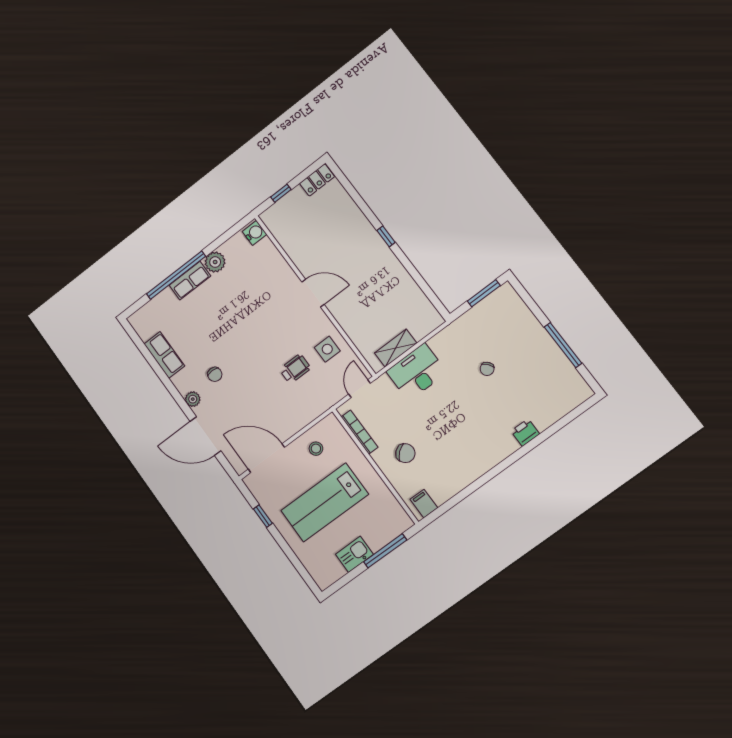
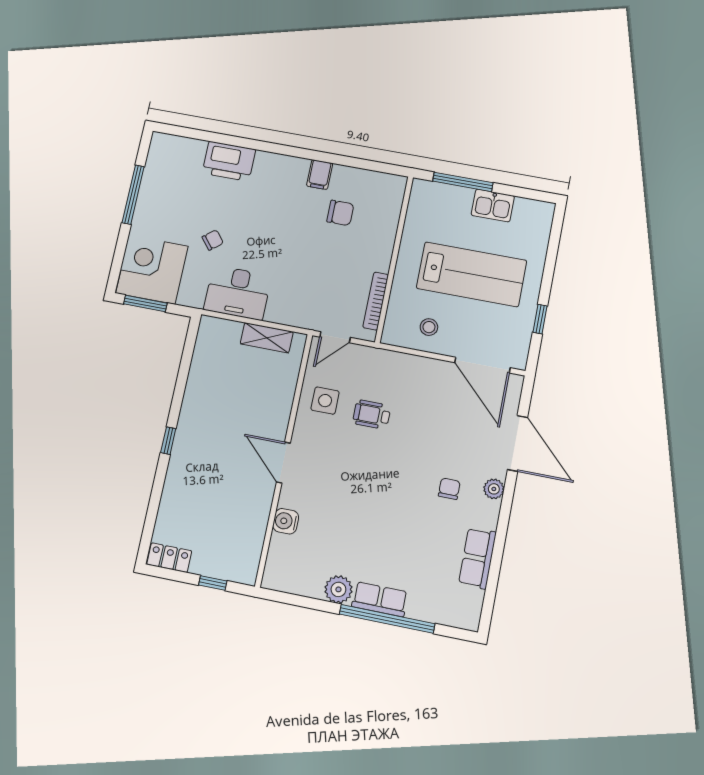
water cooler: (255, 233) -> (286, 521), moved
corner desk: (502, 316) -> (152, 270), added
desk: (417, 372) -> (238, 293), moved
printer: (525, 432) -> (229, 161), width x1.87, depth x1.48
chair: (405, 453) -> (340, 213), moved, turned 130
filing cabinet: (424, 504) -> (320, 175), moved

